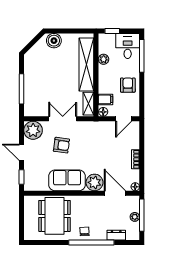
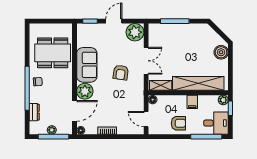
plant: (104, 59) -> (223, 100), moved
filing cabinet: (106, 99) -> (192, 102), moved
armchair: (61, 145) -> (121, 73), moved

